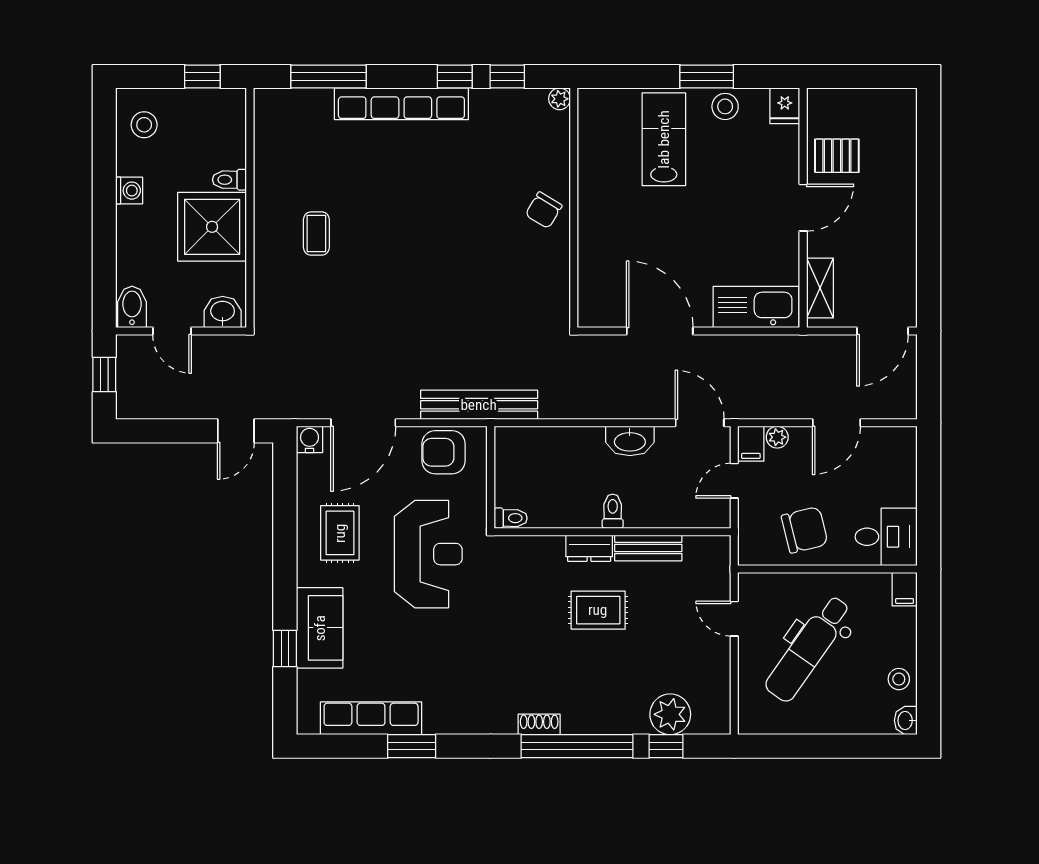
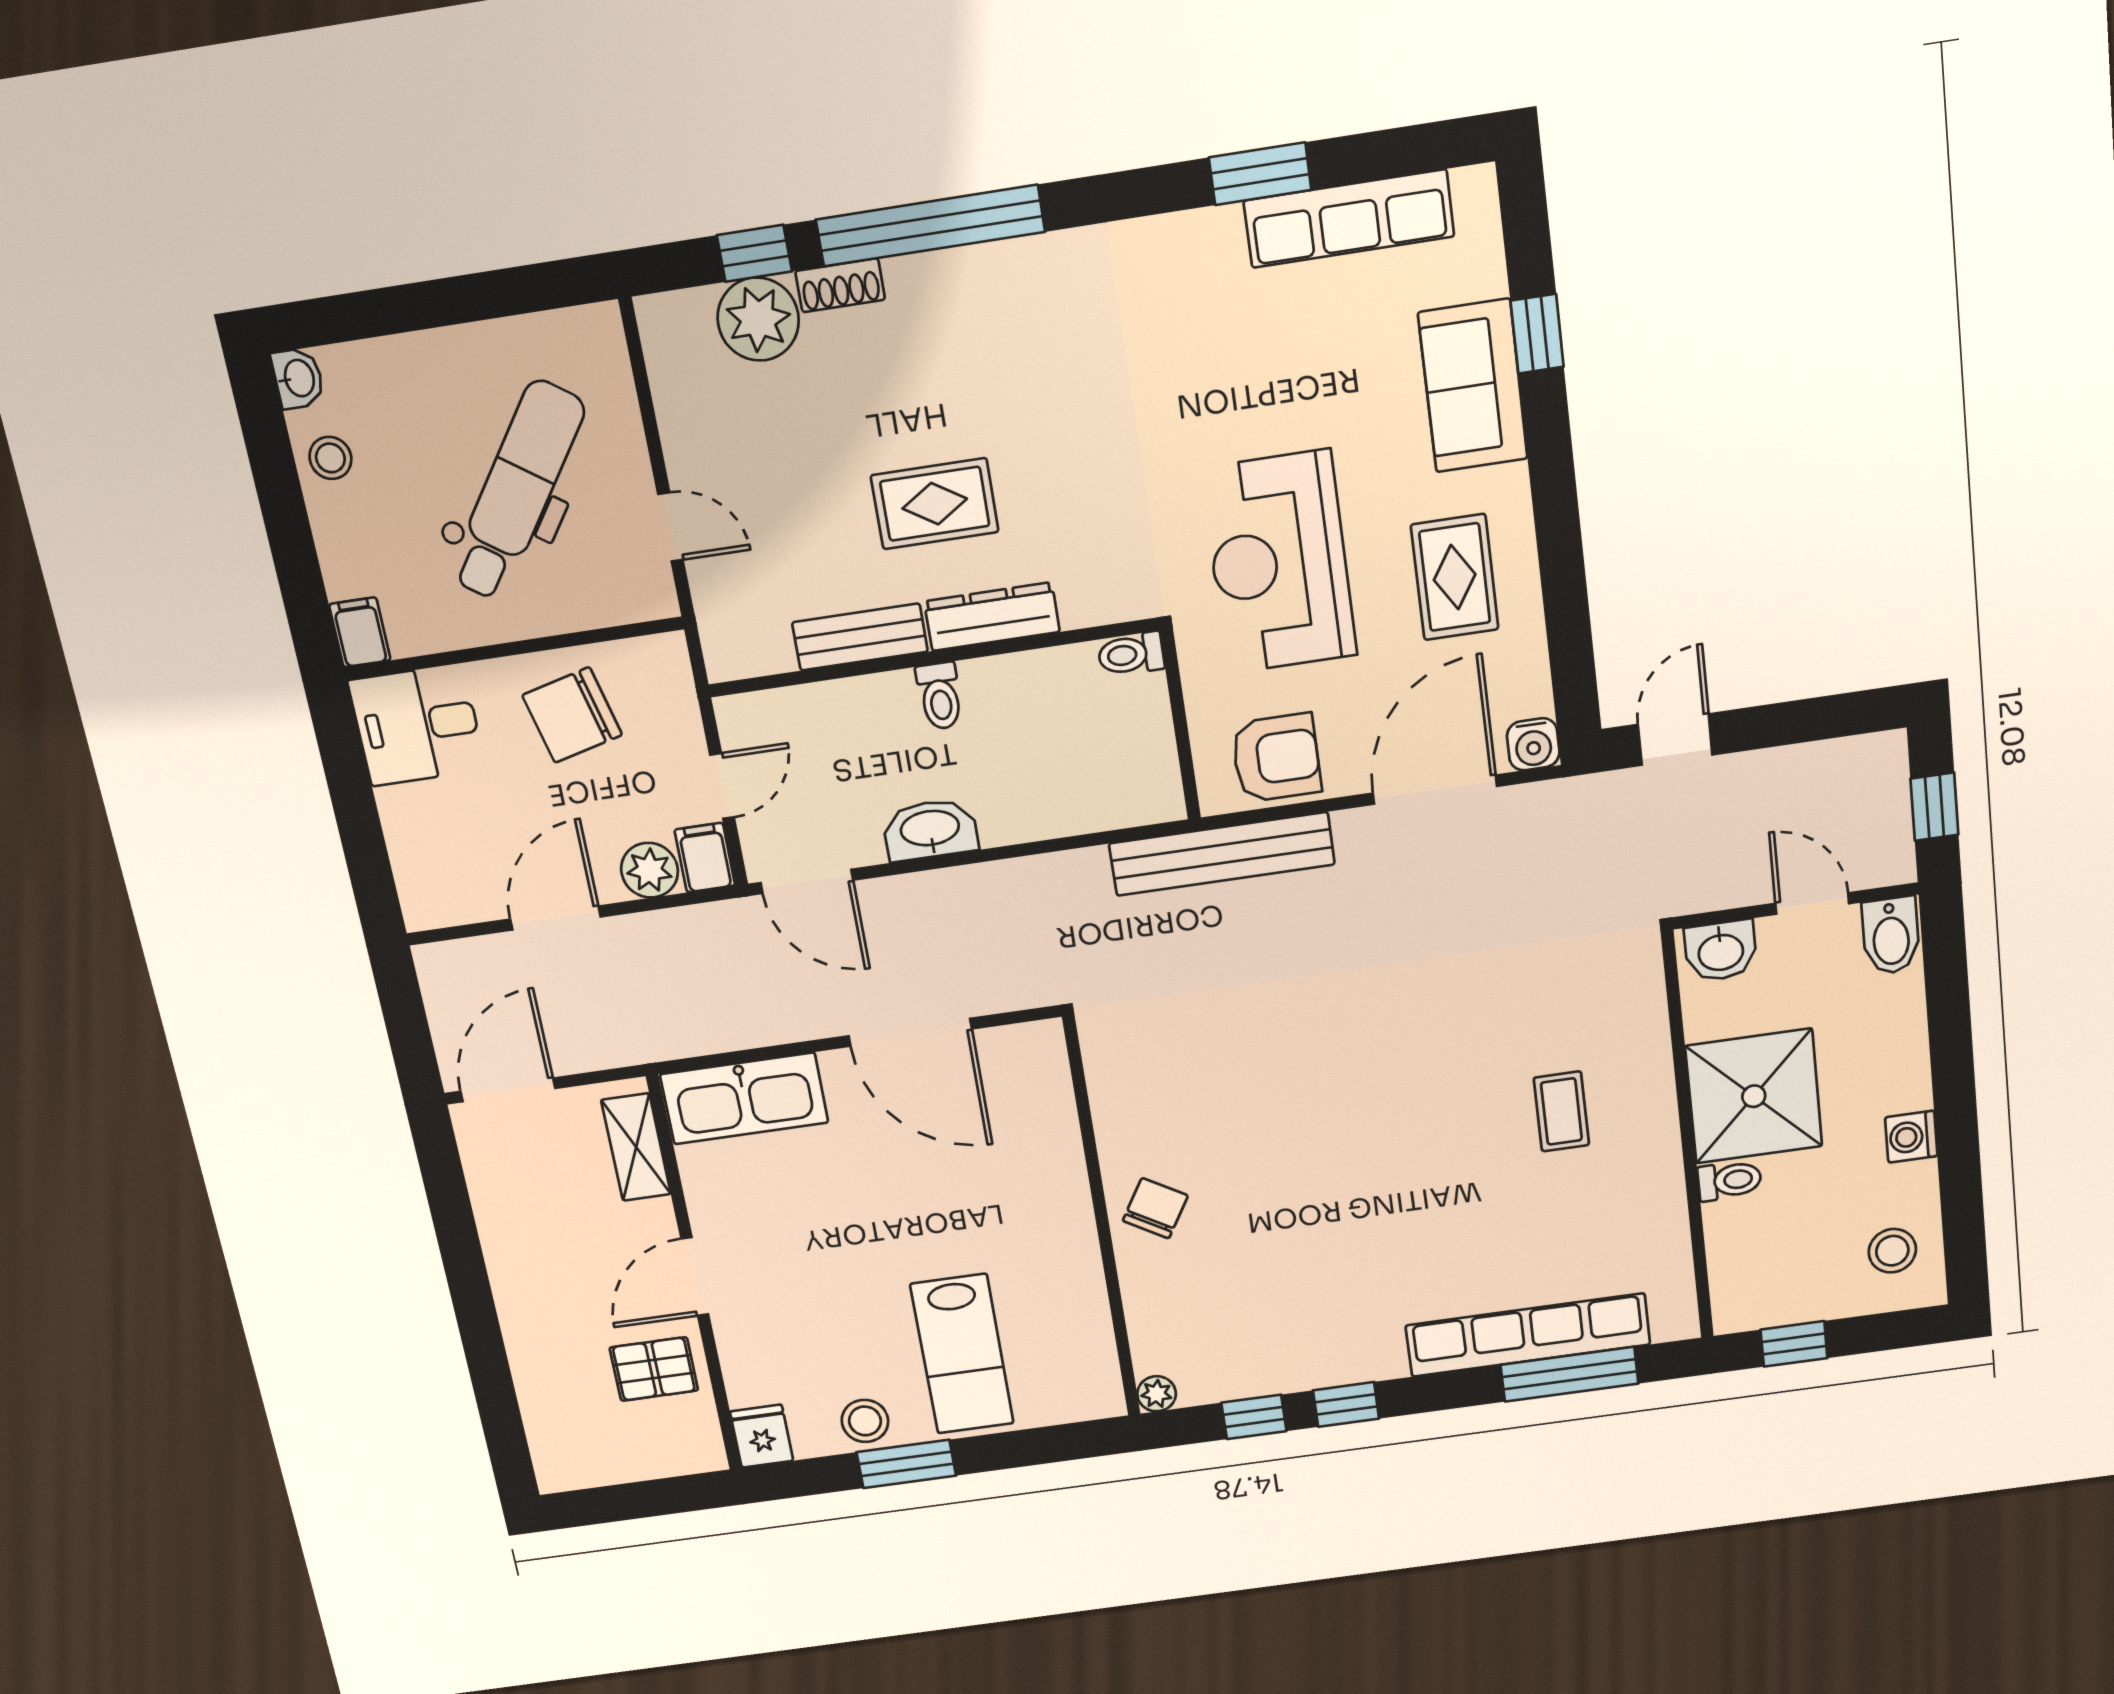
row of seats: (401, 104) -> (1528, 1335), moved
plant: (777, 437) -> (650, 870), width x1.38, depth x1.38
dresser: (589, 548) -> (992, 617), width x1.44
shoe rack: (539, 724) -> (840, 285), moved

